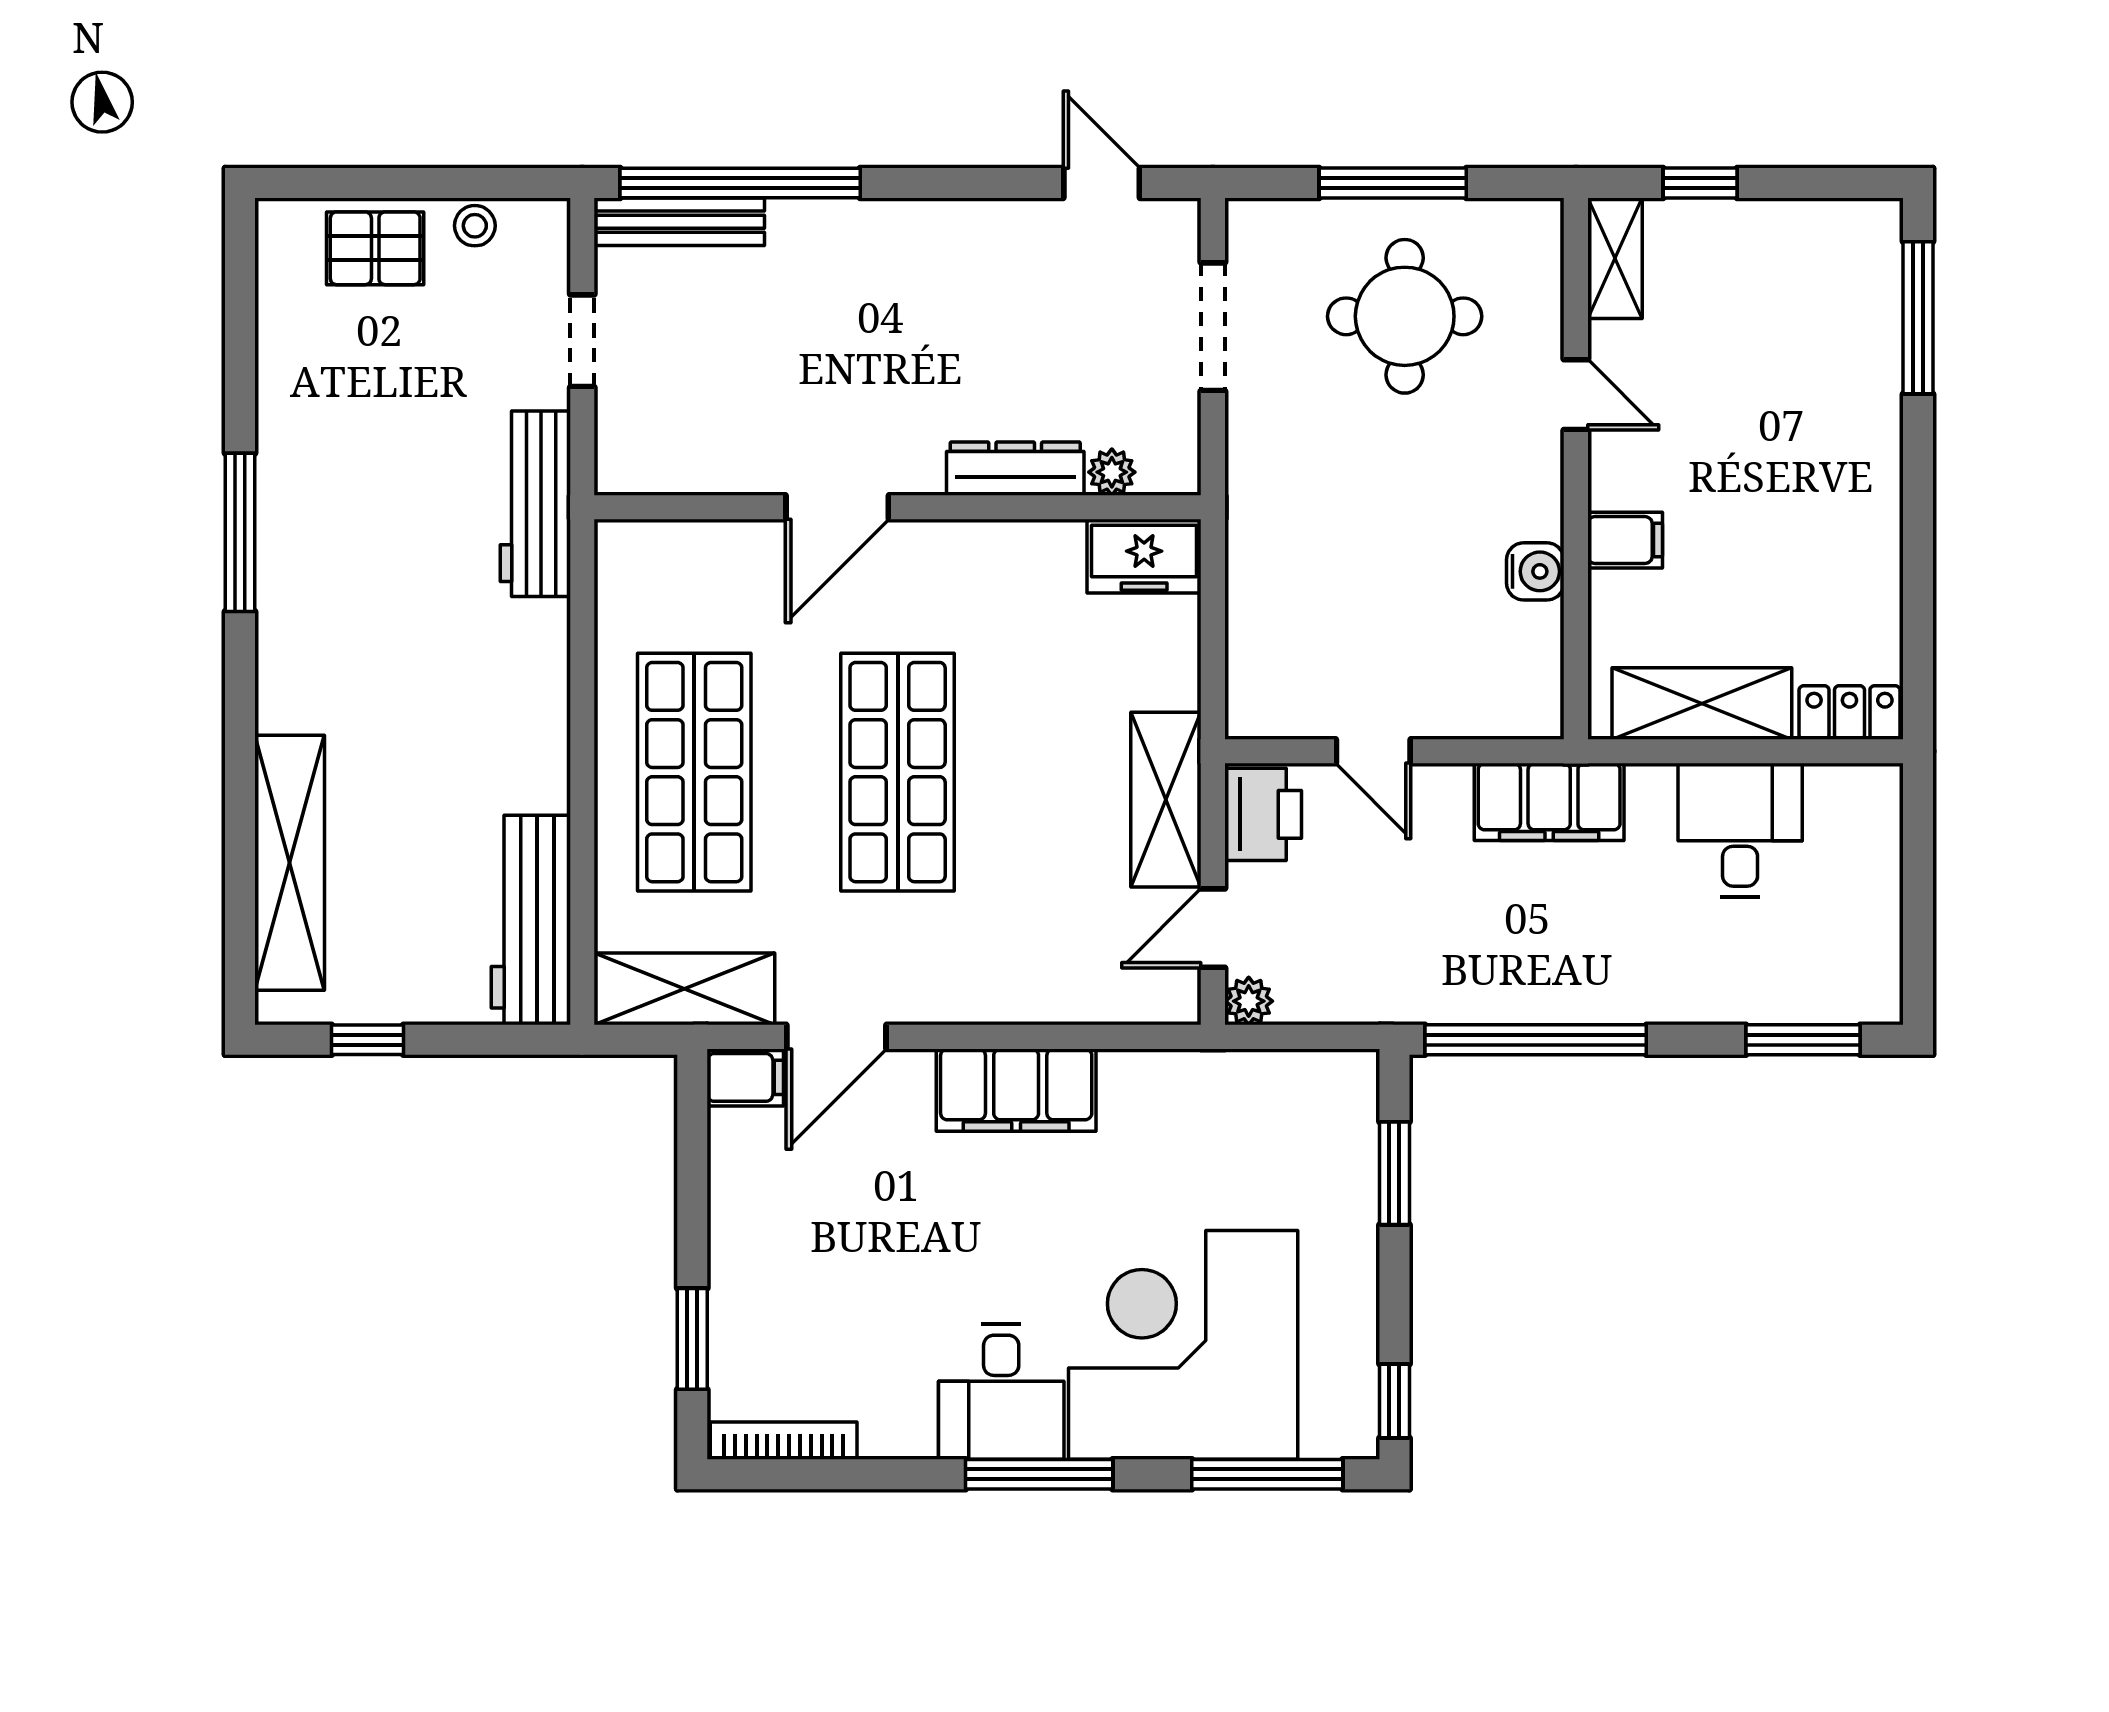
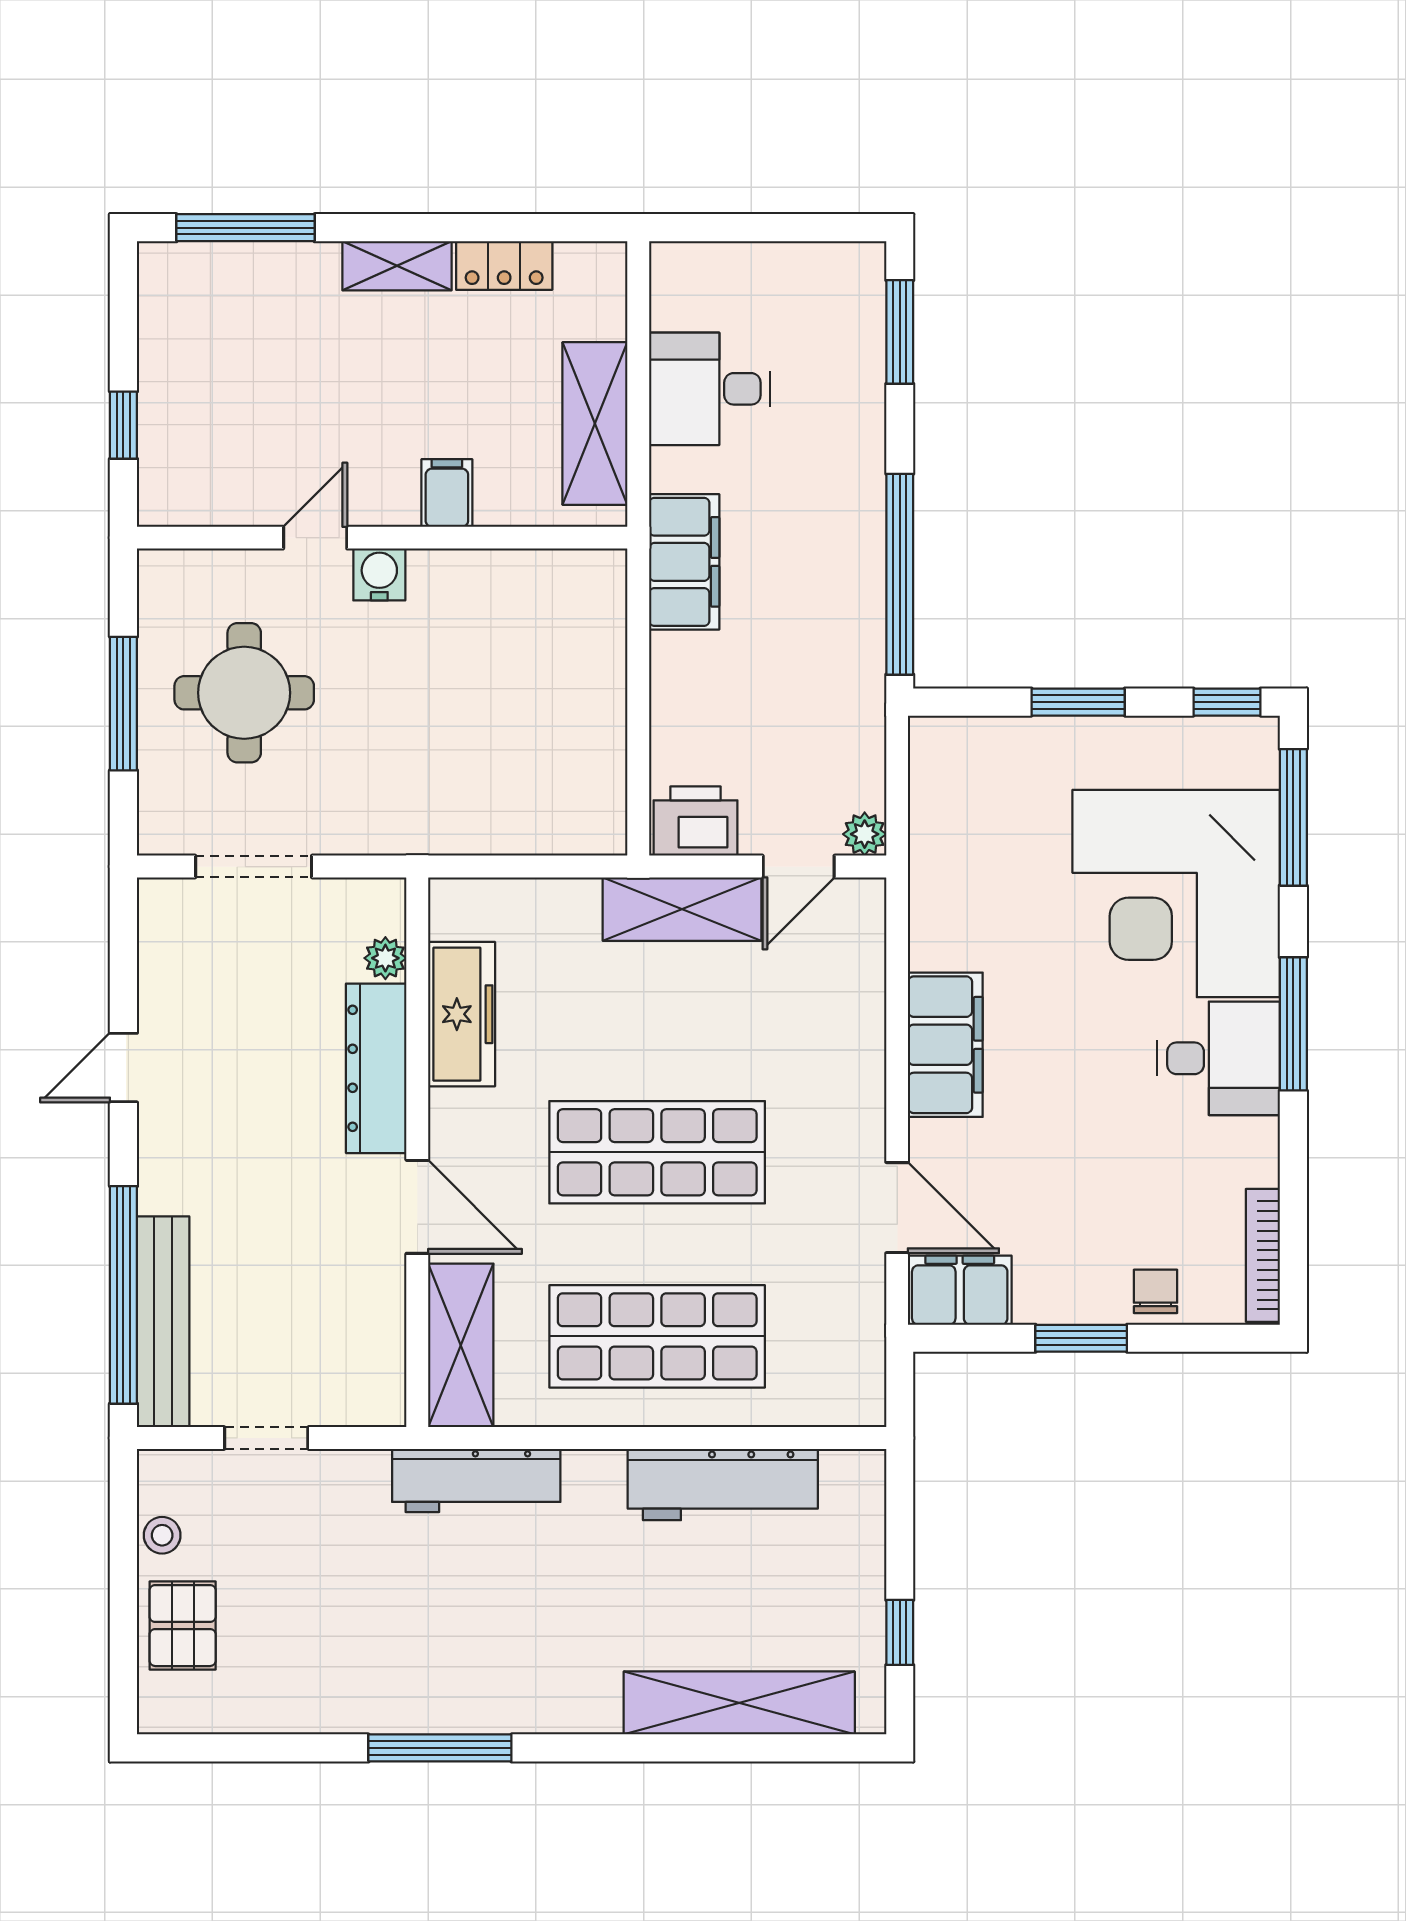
door: (1102, 183) -> (123, 1068), moved
bench: (679, 222) -> (163, 1322), width x1.37, depth x1.21
shelving: (1615, 258) -> (397, 266), moved
dresser: (1015, 469) -> (376, 1068), width x1.37, depth x1.24
workbench: (535, 504) -> (476, 1480), moved
freezer: (1144, 556) -> (462, 1014), moved, width x1.40
water cooler: (1535, 571) -> (379, 574), moved
locker: (1849, 713) -> (504, 265), moved, turned -90
door: (1373, 751) -> (638, 721), removed
workbench: (531, 920) -> (723, 1484), moved
door: (1213, 928) -> (799, 867), hinge flipped
shelving: (684, 989) -> (461, 1345), moved
filing cabinet: (745, 1077) -> (960, 1290), width x2.00
window: (1394, 1173) -> (1078, 702), moved
chair: (744, 1322) -> (1155, 1291), added
window: (692, 1339) -> (1081, 1338), moved

